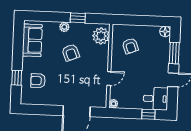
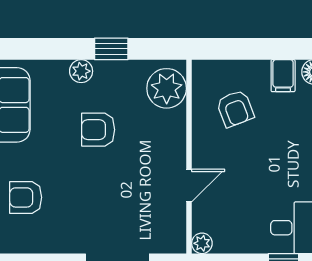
filing cabinet: (152, 33) -> (283, 76), added
armchair: (71, 53) -> (98, 130), turned 112

